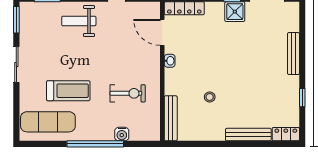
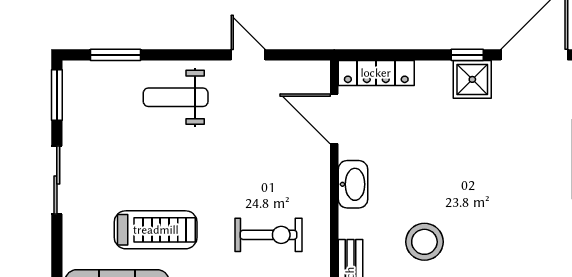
washbasin: (170, 61) -> (353, 184), width x1.91, depth x1.45
stool: (210, 97) -> (424, 242), width x1.89, depth x1.89

